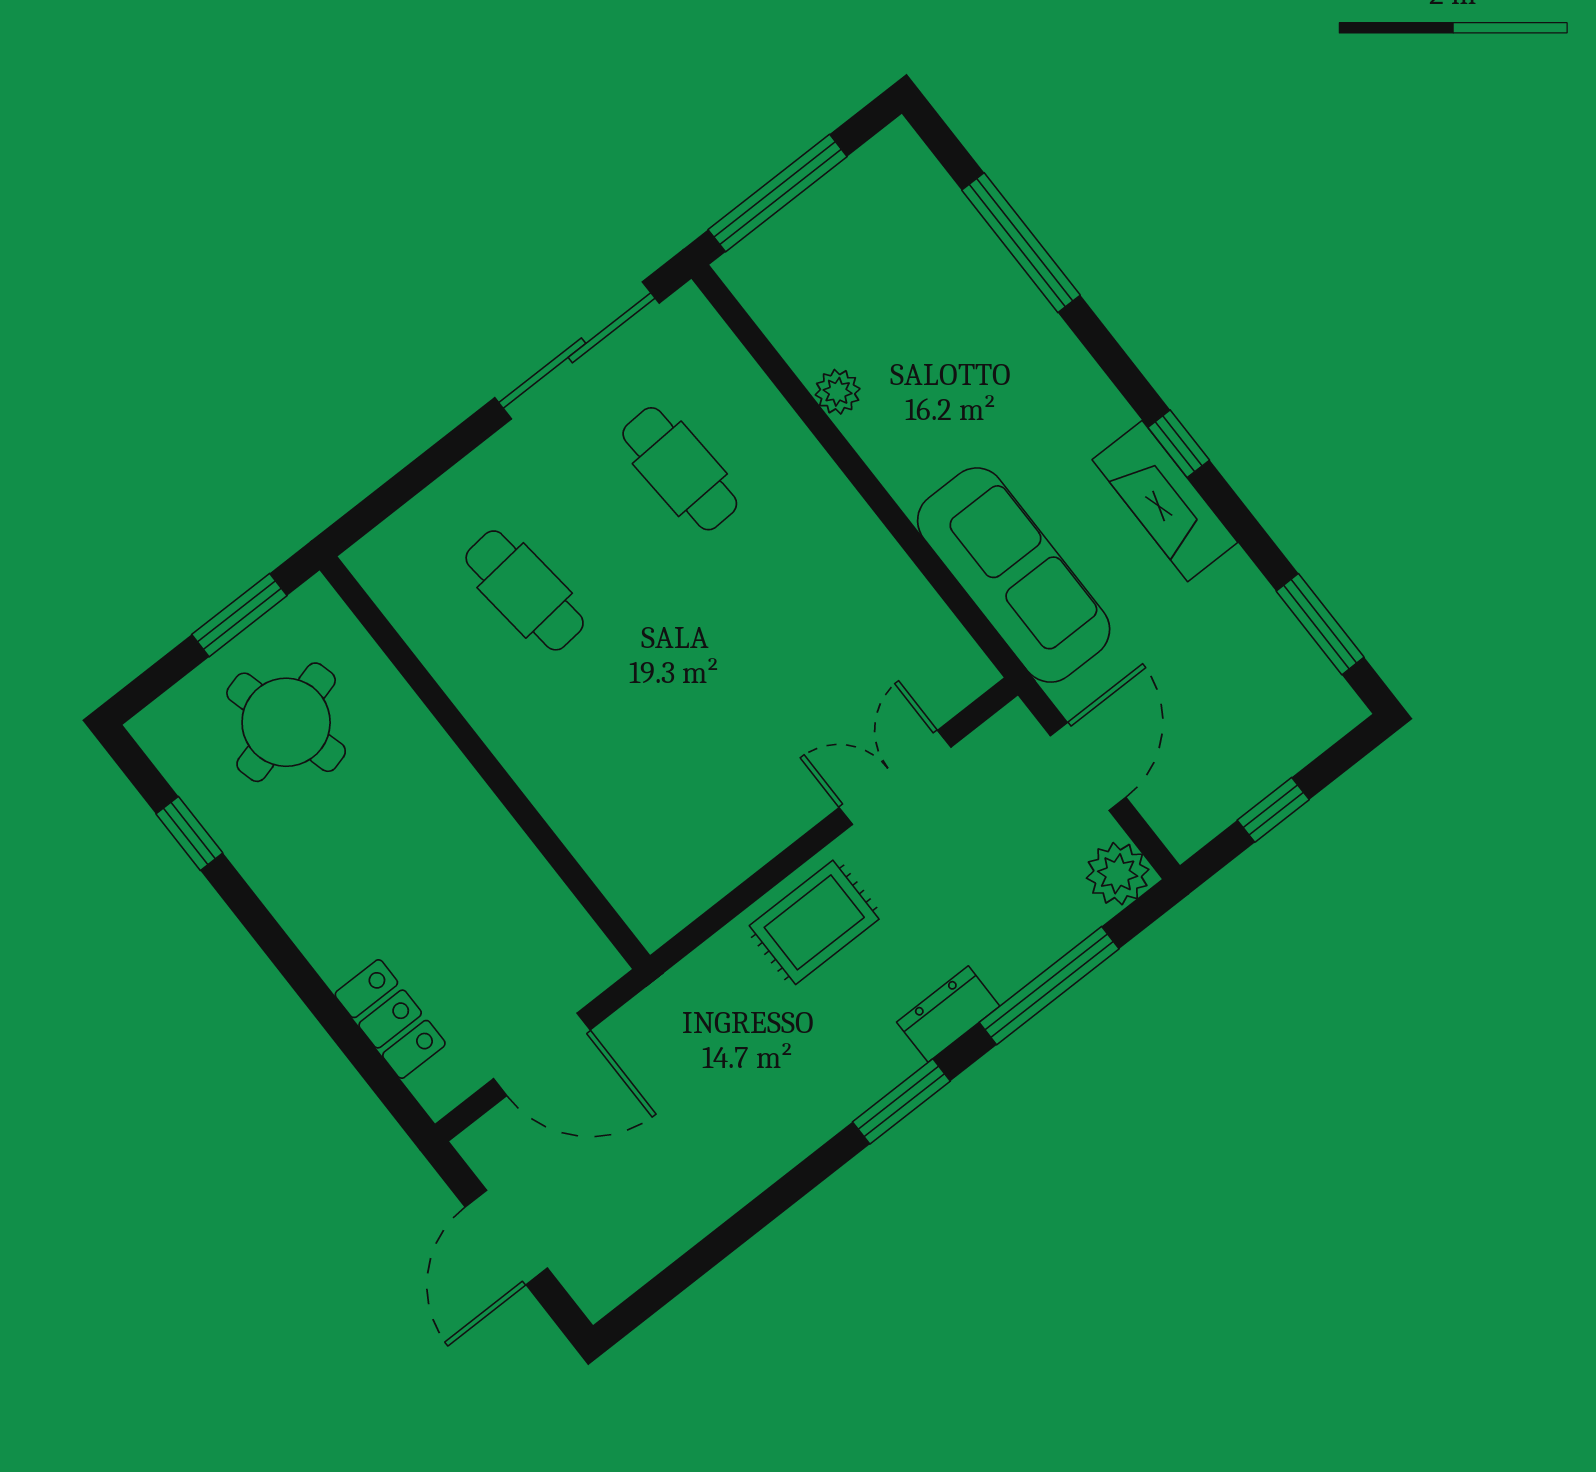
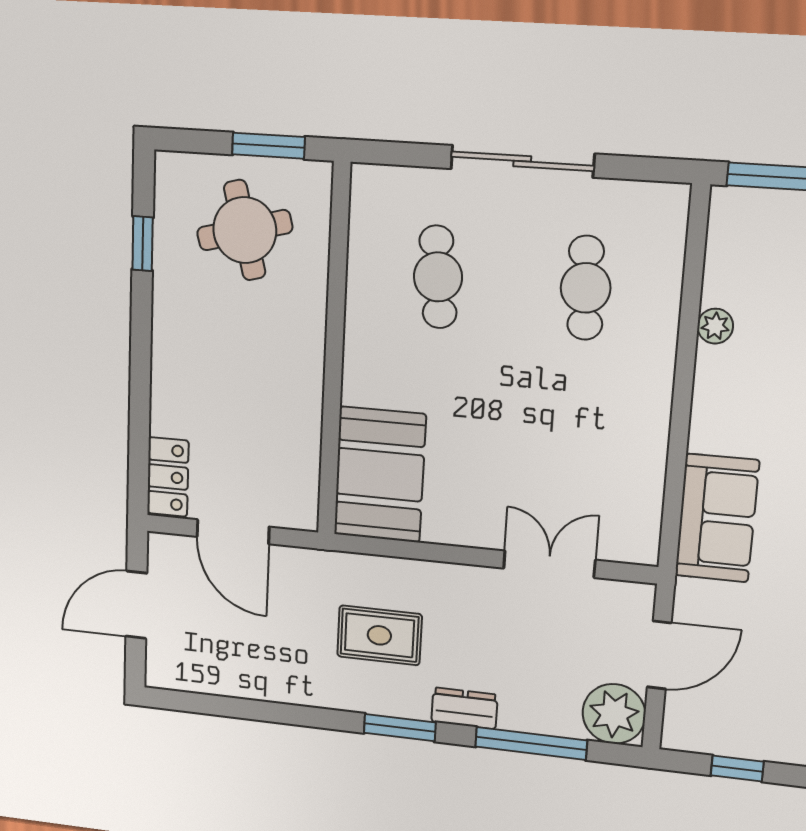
sliding door: (577, 350) -> (522, 161), moved
sofa: (1014, 575) -> (717, 518), width x0.73
booth: (642, 847) -> (380, 475), added
plant: (1118, 874) -> (614, 714), width x1.36, depth x1.36
rug: (814, 922) -> (379, 635), moved
locker: (390, 1019) -> (168, 477), moved

